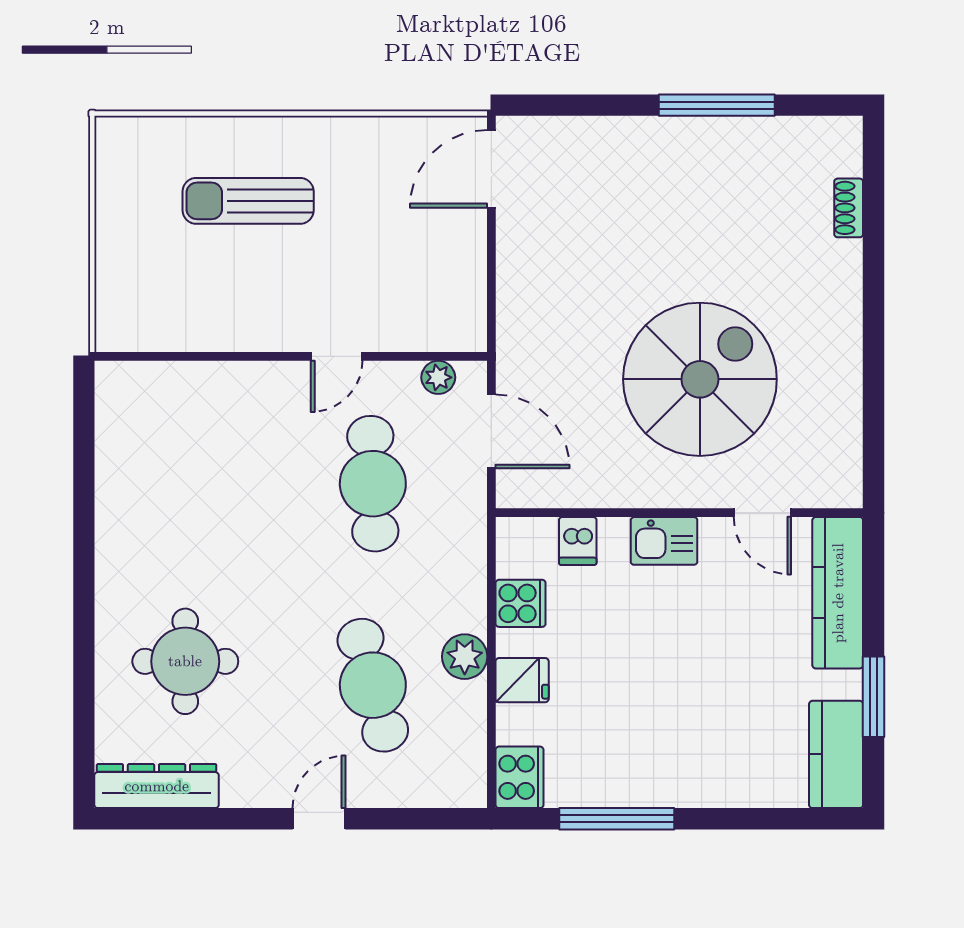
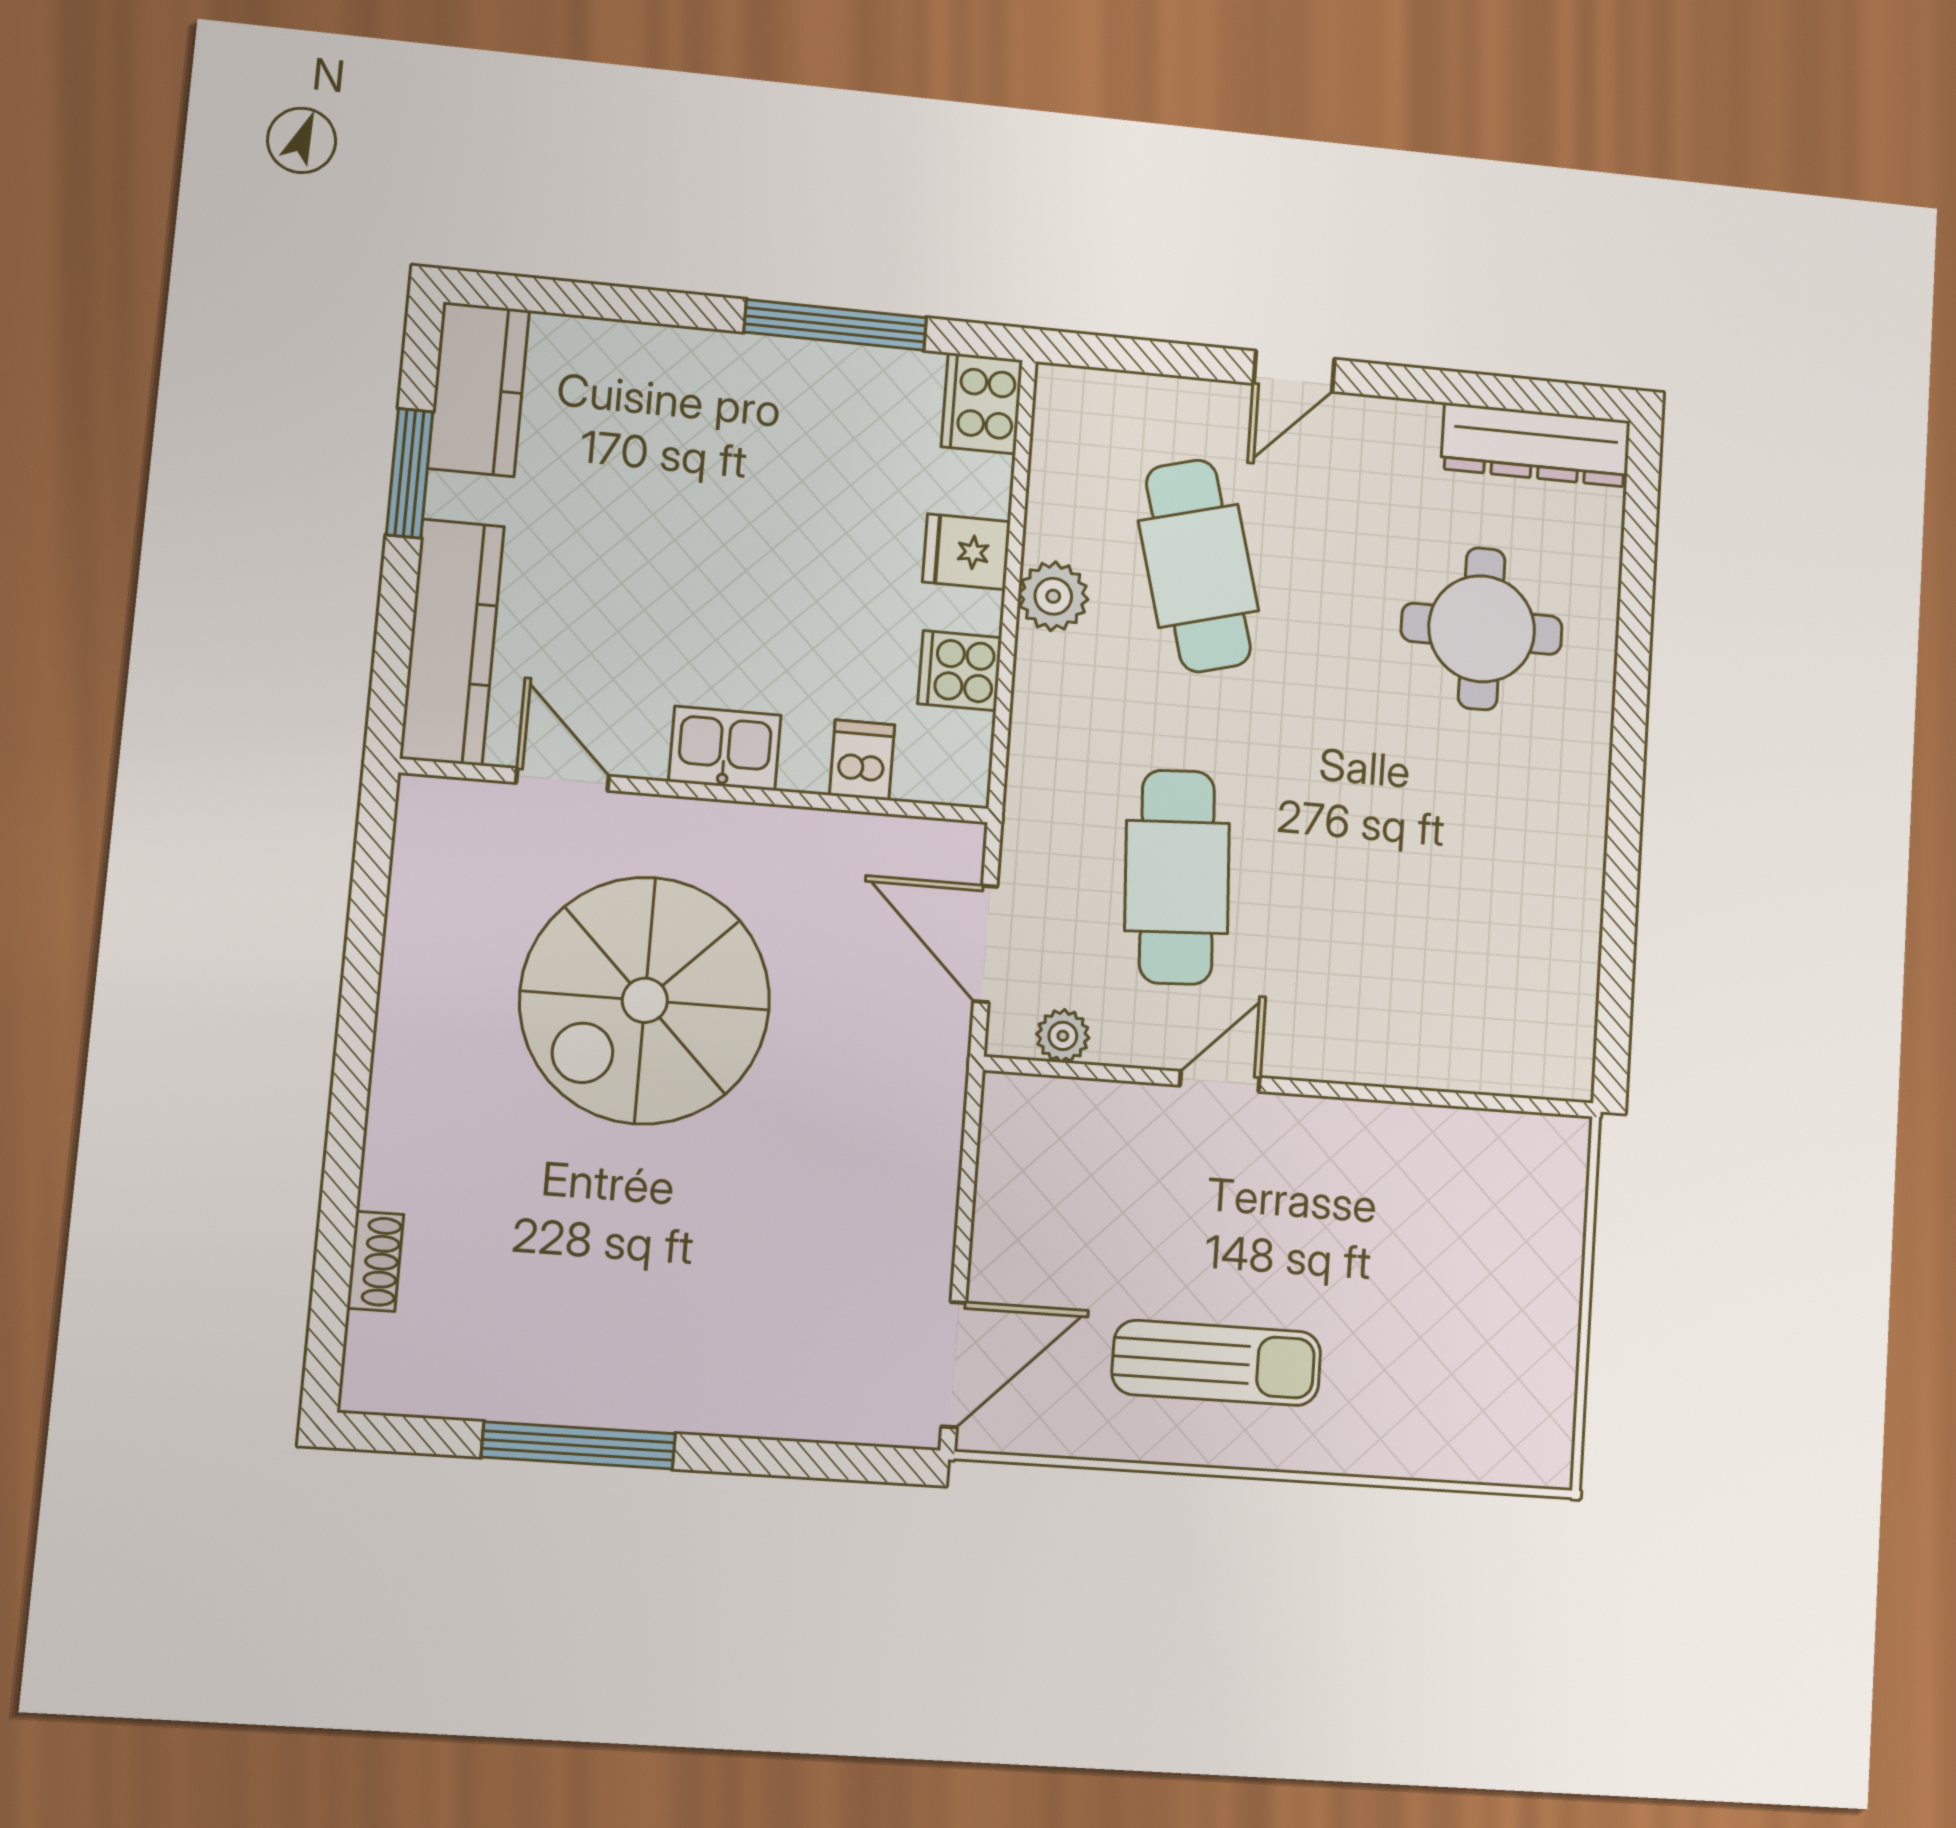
sun lounger: (248, 201) -> (1217, 1363), moved

